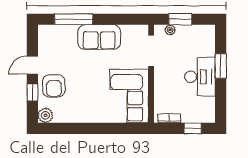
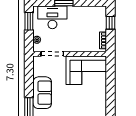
window: (180, 19) -> (29, 21), moved
desk: (200, 77) -> (52, 17), moved

